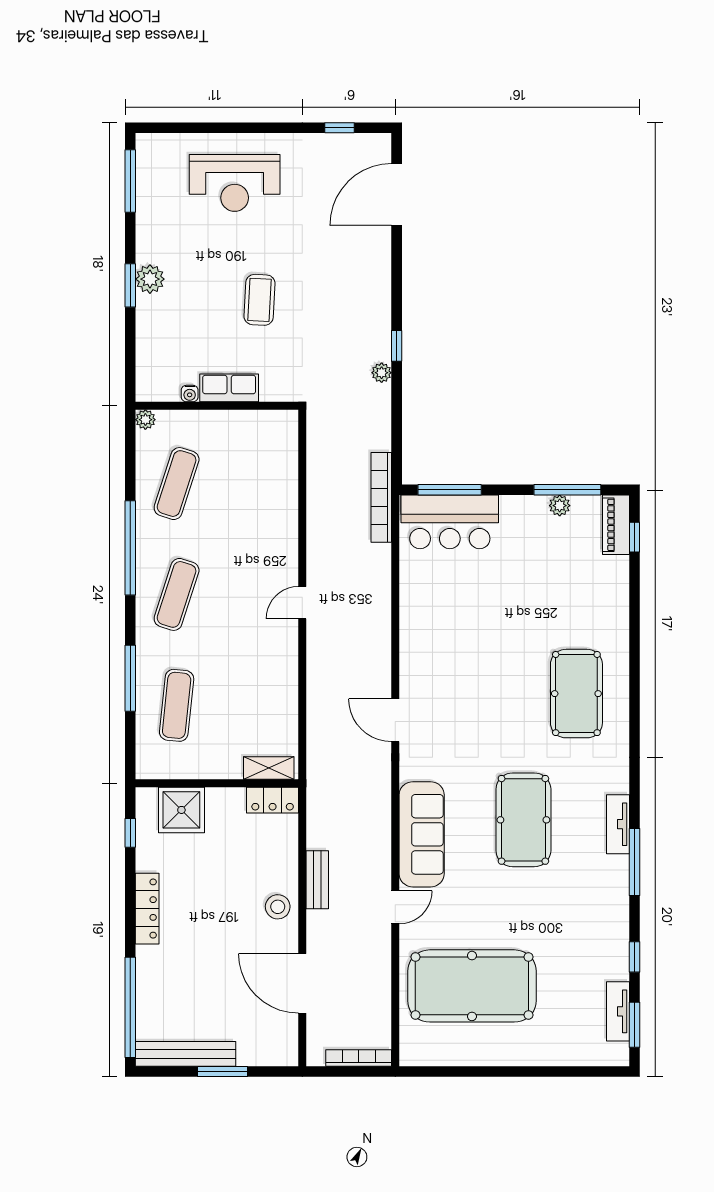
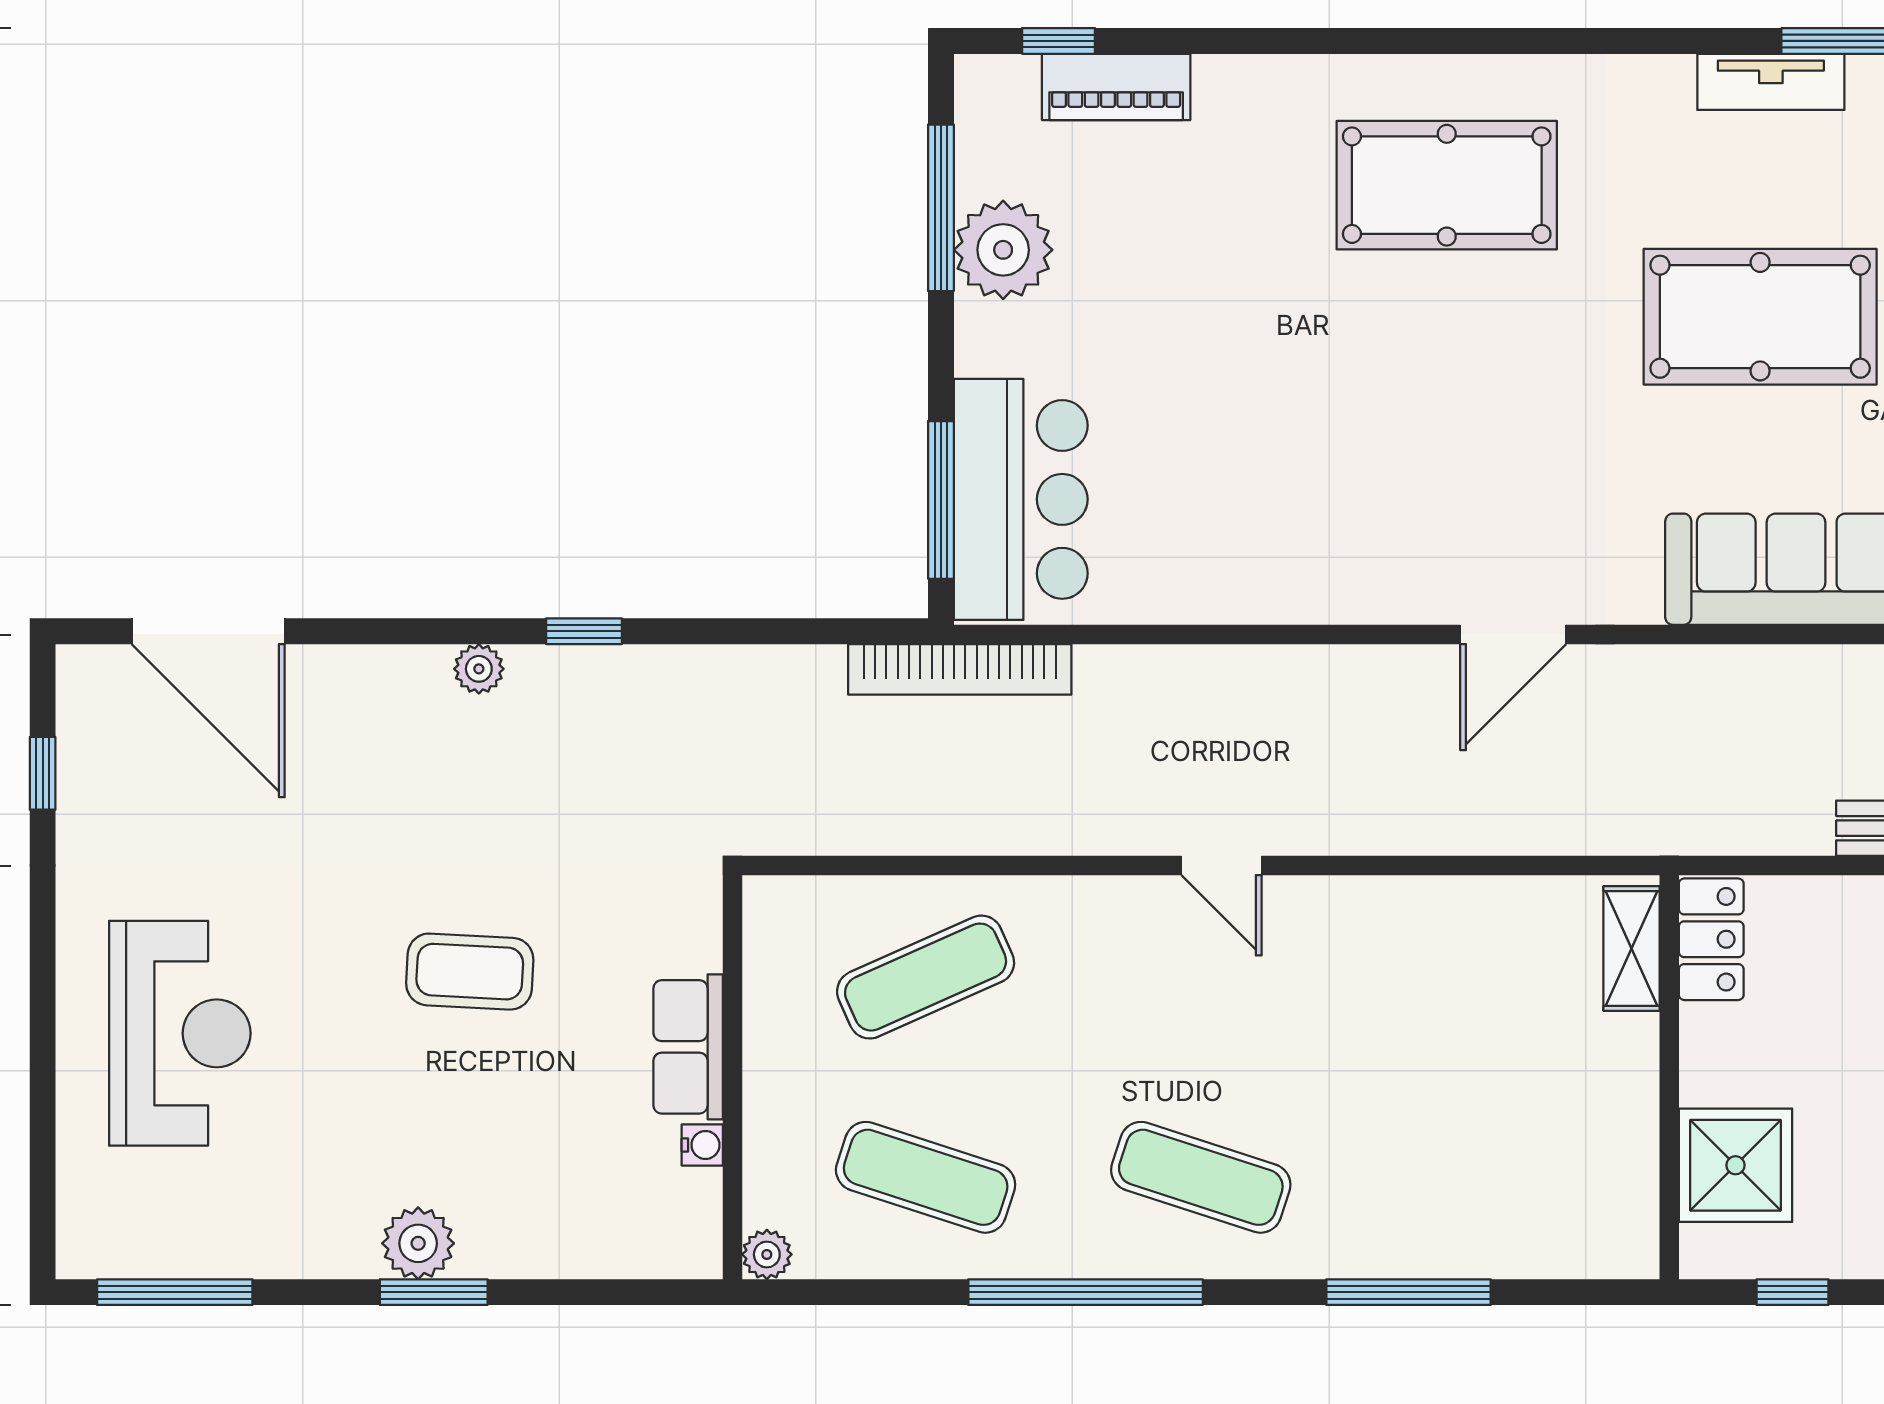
plant: (382, 373) -> (479, 669), moved
plant: (560, 506) -> (1003, 250), width x1.87, depth x1.87
piano: (616, 525) -> (1116, 87), moved
exercise mat: (177, 705) -> (926, 977), moved, turned -30

